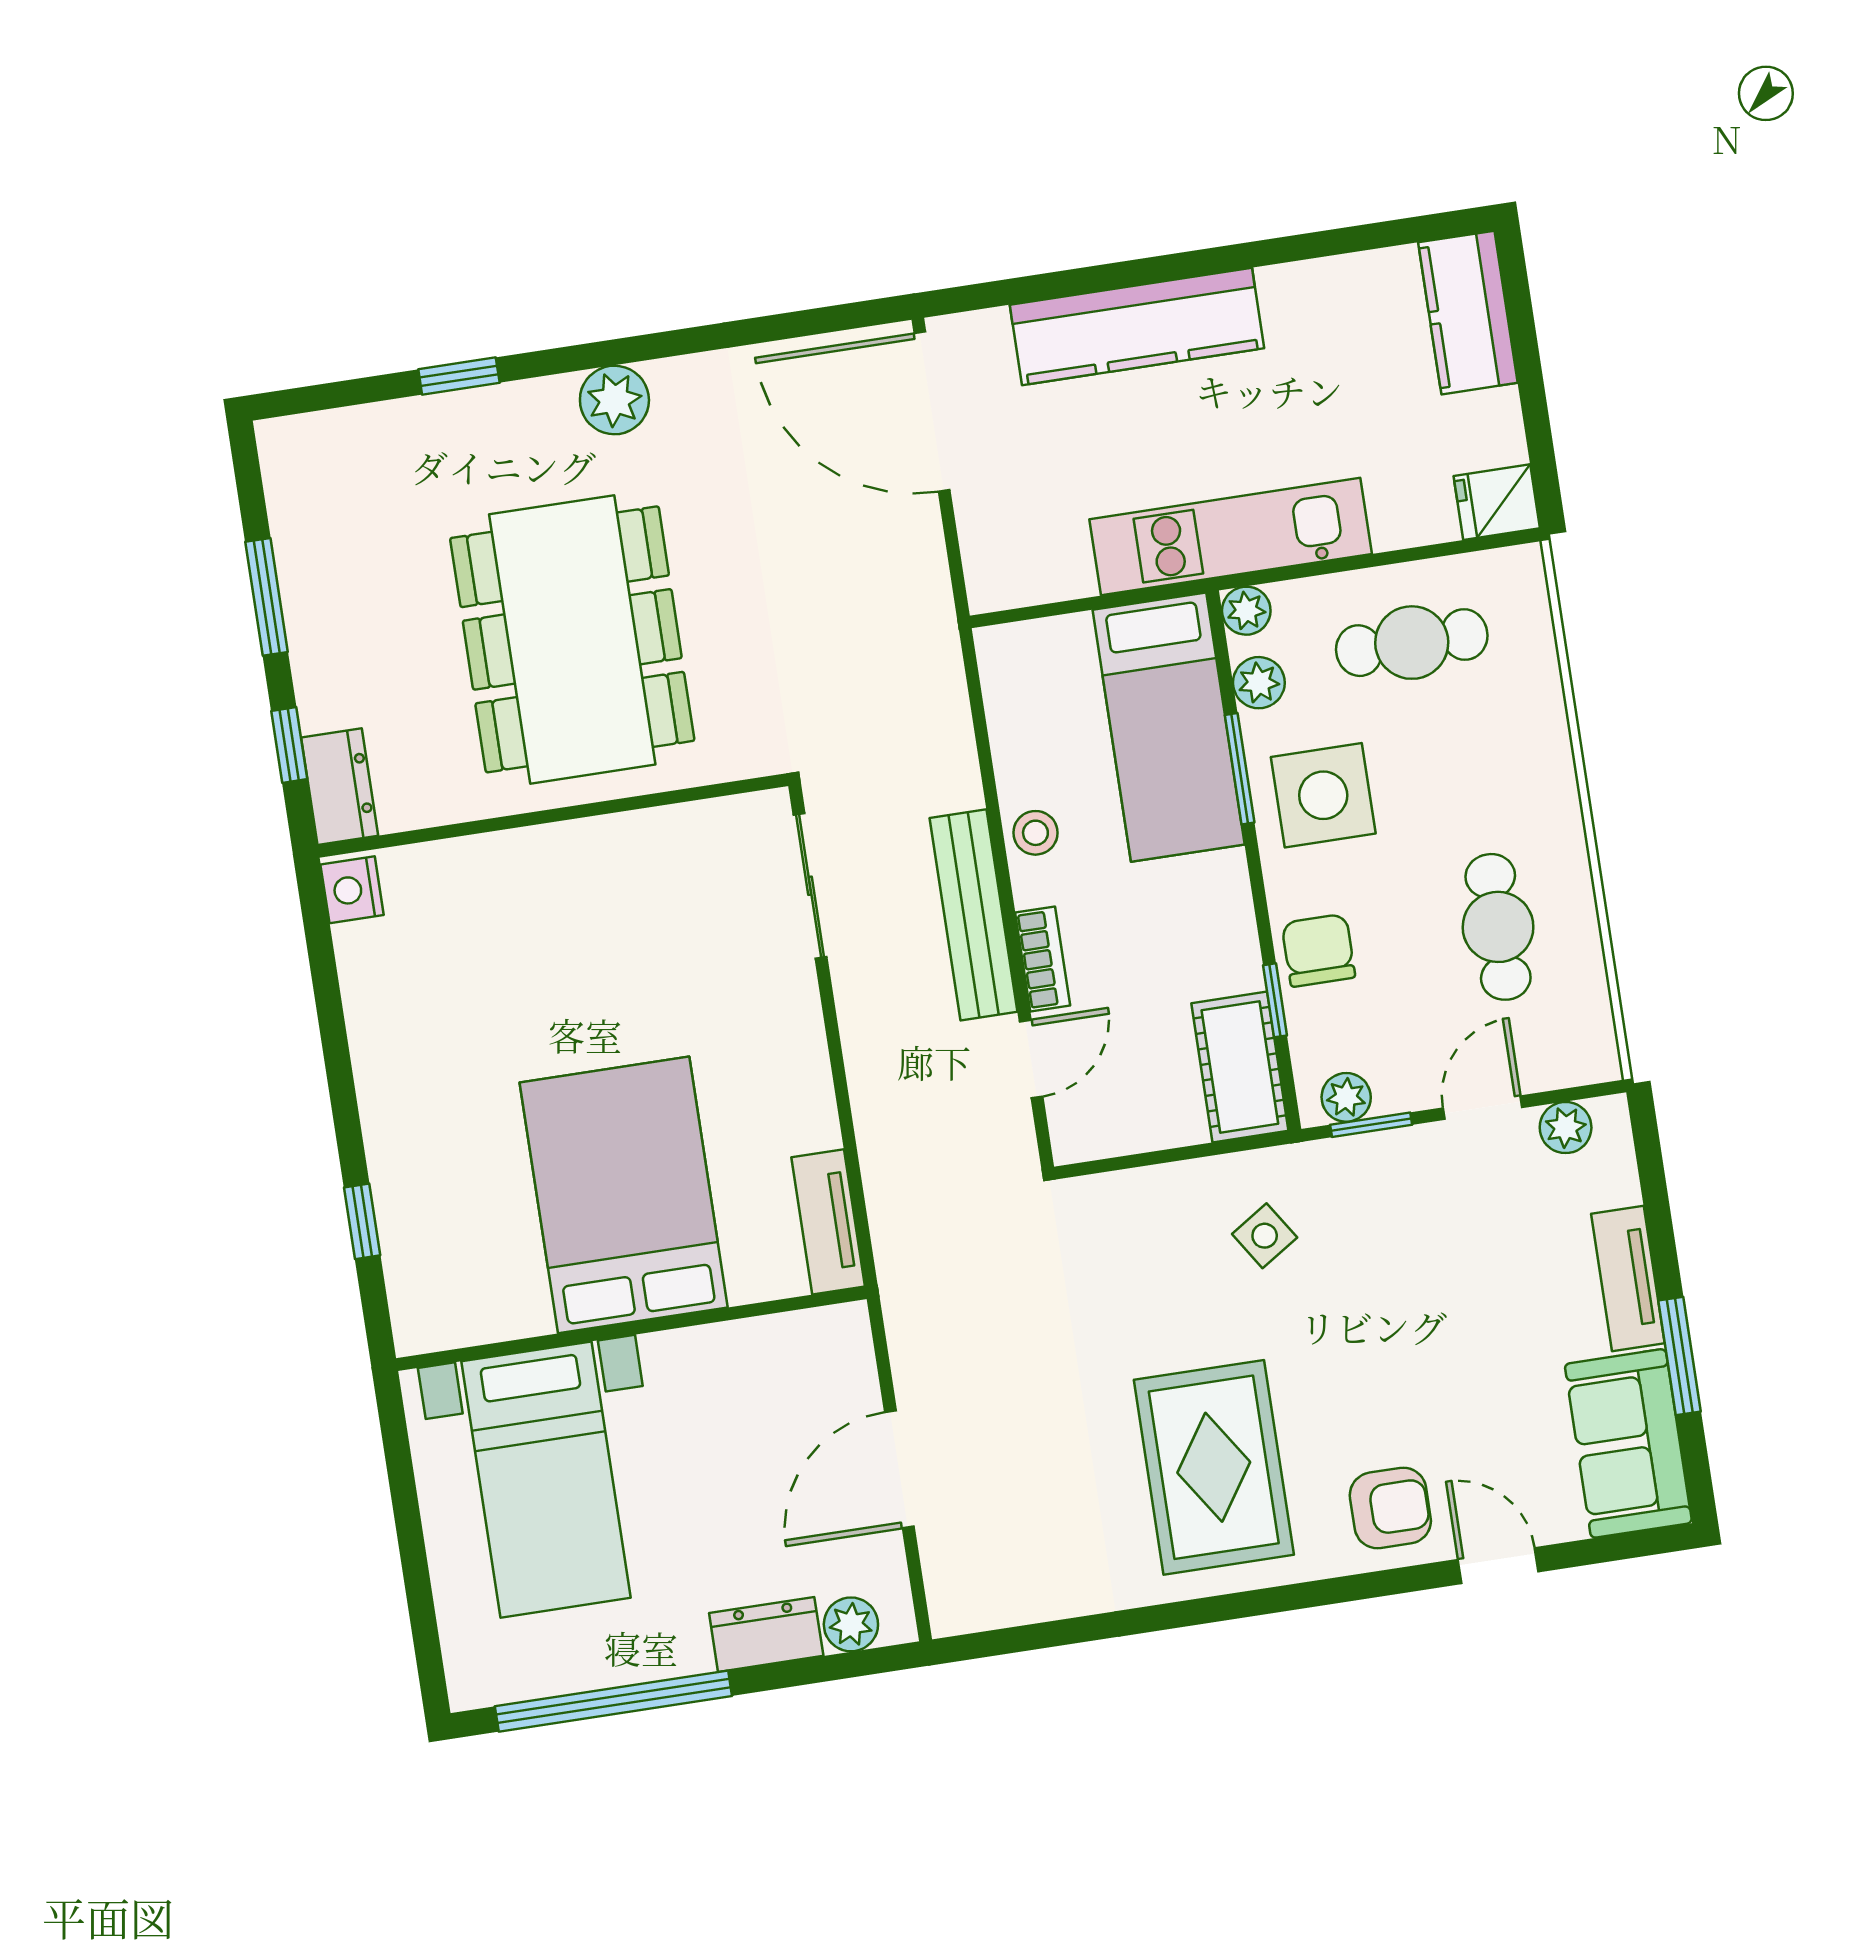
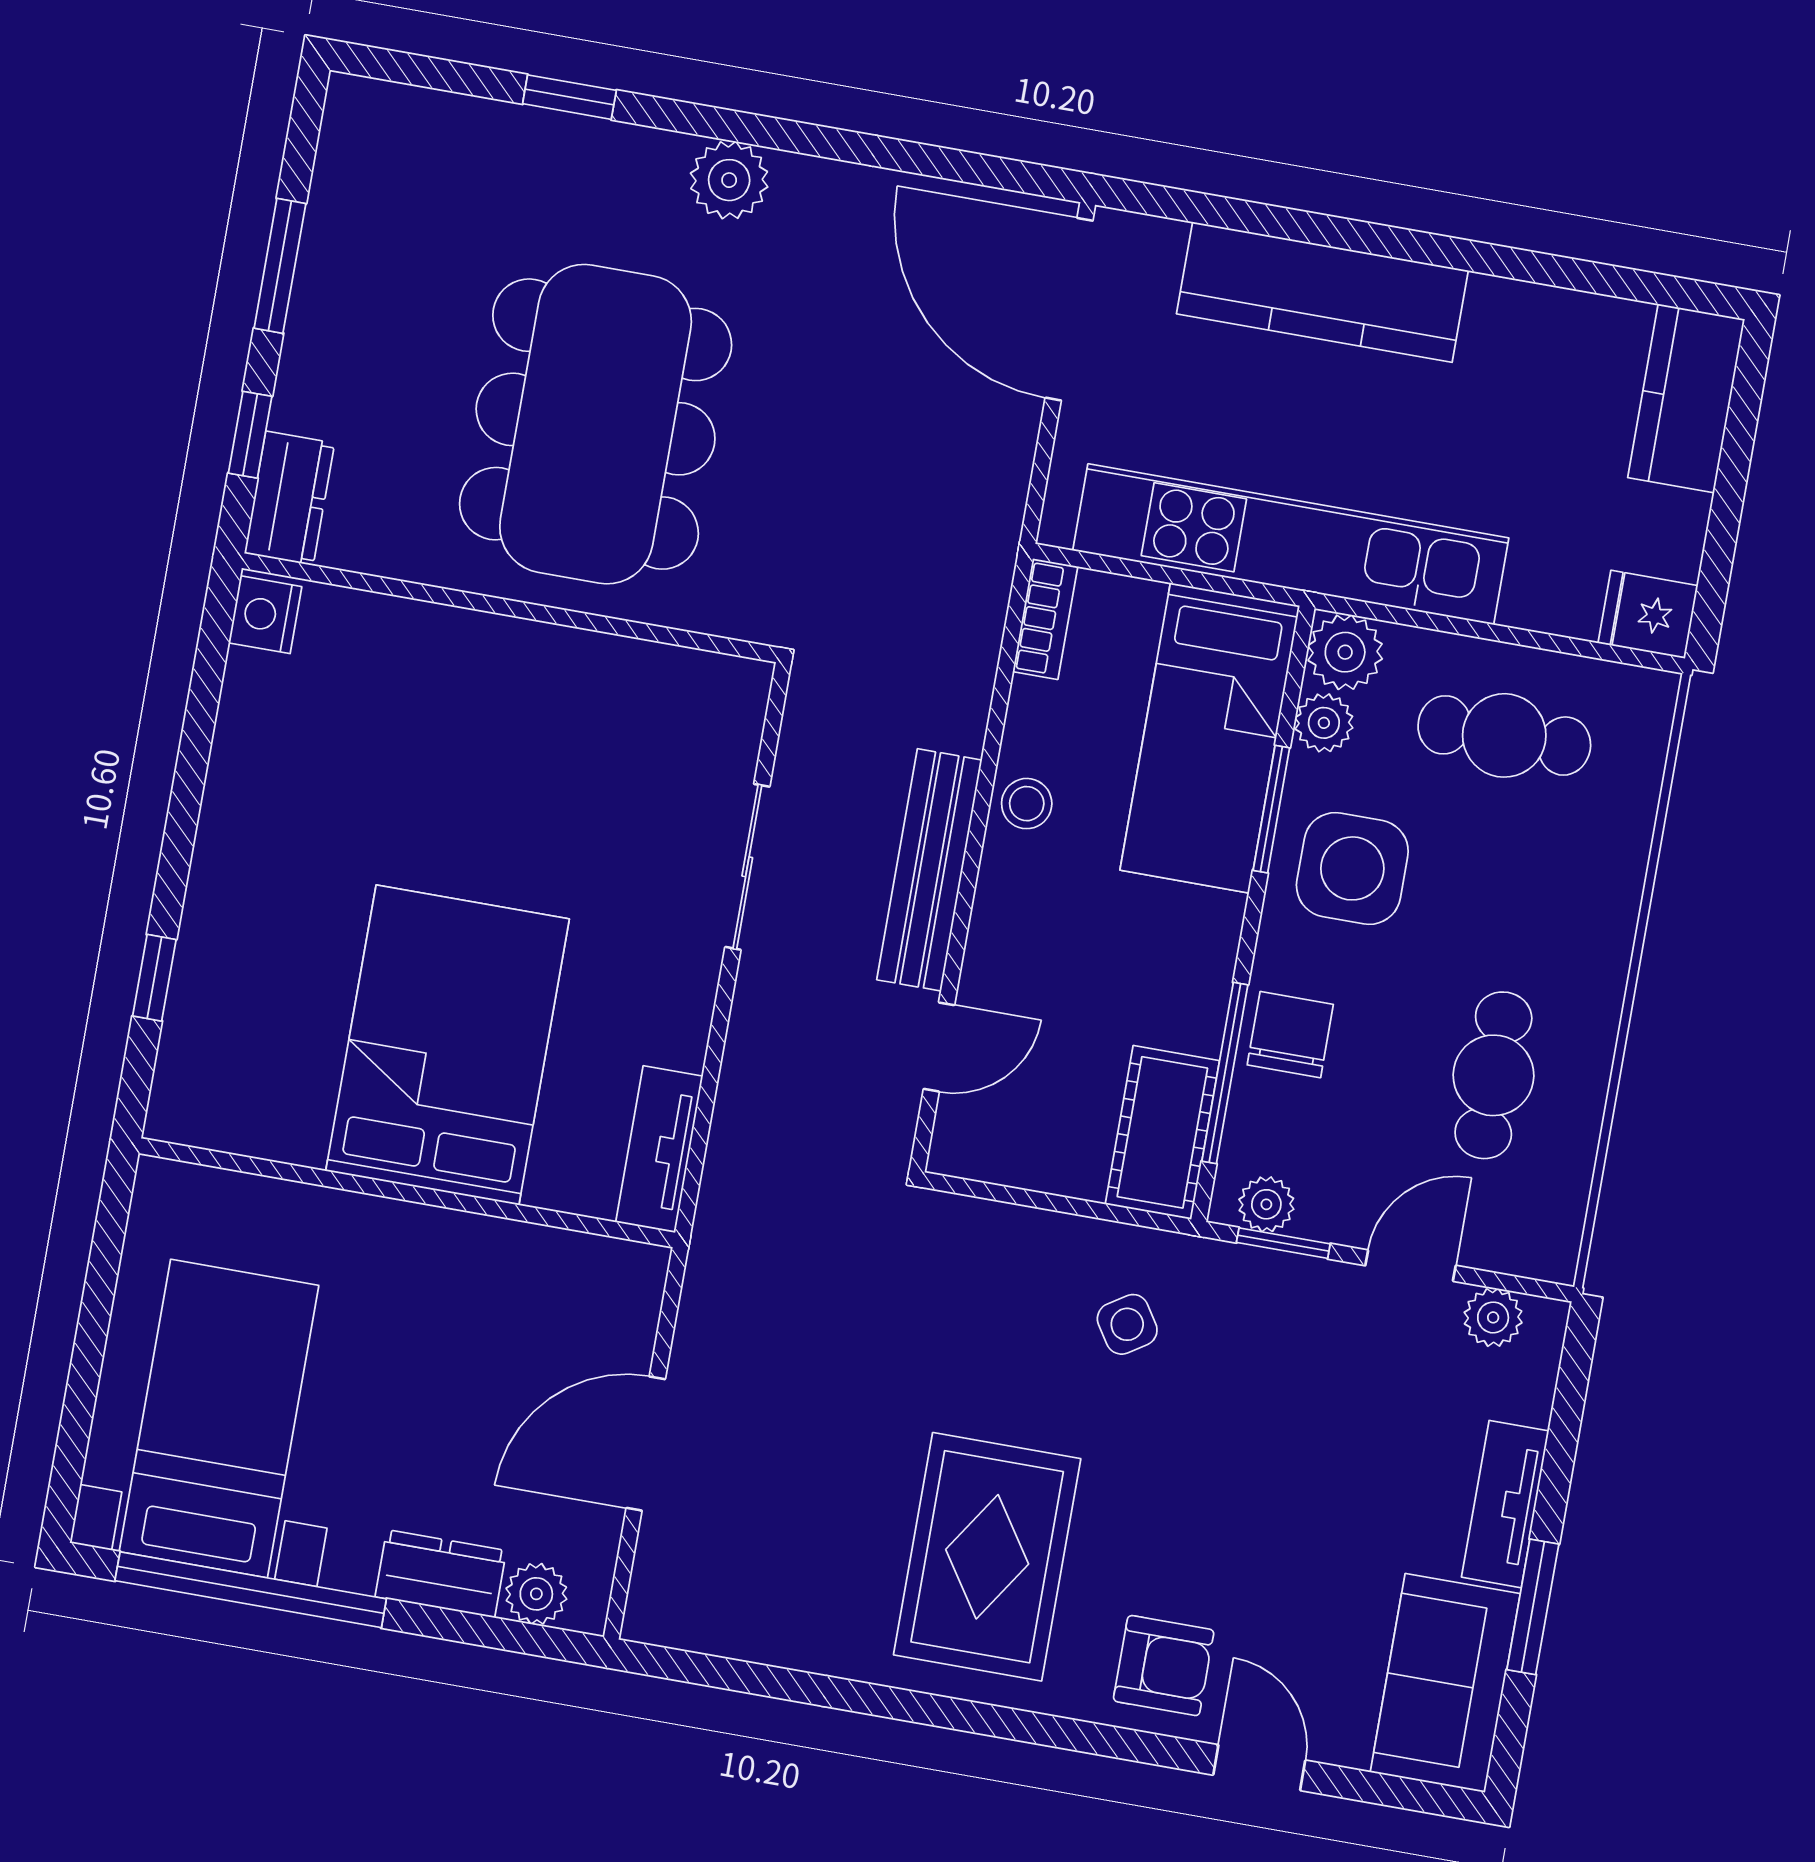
kitchen unit: (1231, 537) -> (1291, 544), width x1.36
plant: (1246, 611) -> (1345, 652), width x1.38, depth x1.38
sliding door: (810, 886) -> (747, 867), moved
bookcase: (1043, 959) -> (1045, 619), moved
window: (1275, 1000) -> (1225, 1073), width x2.17
bed with nightstands: (546, 1480) -> (219, 1419), moved, turned 180

